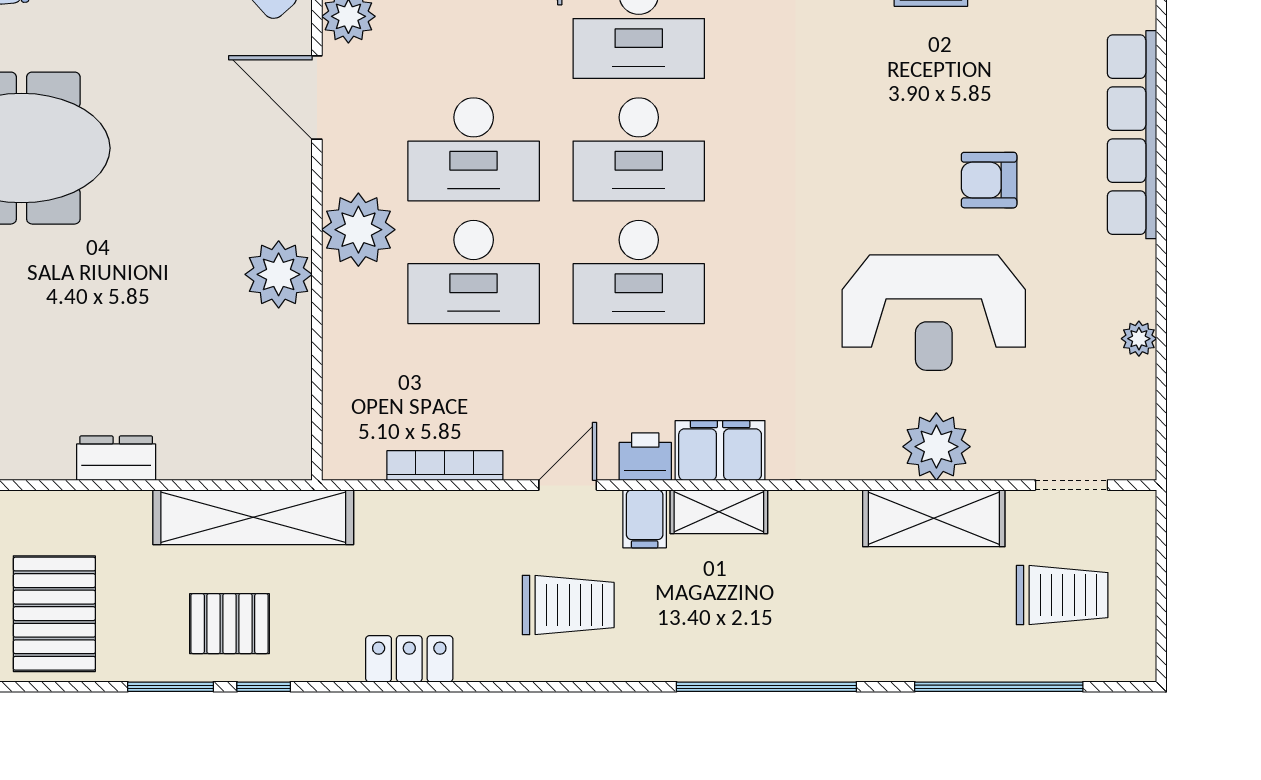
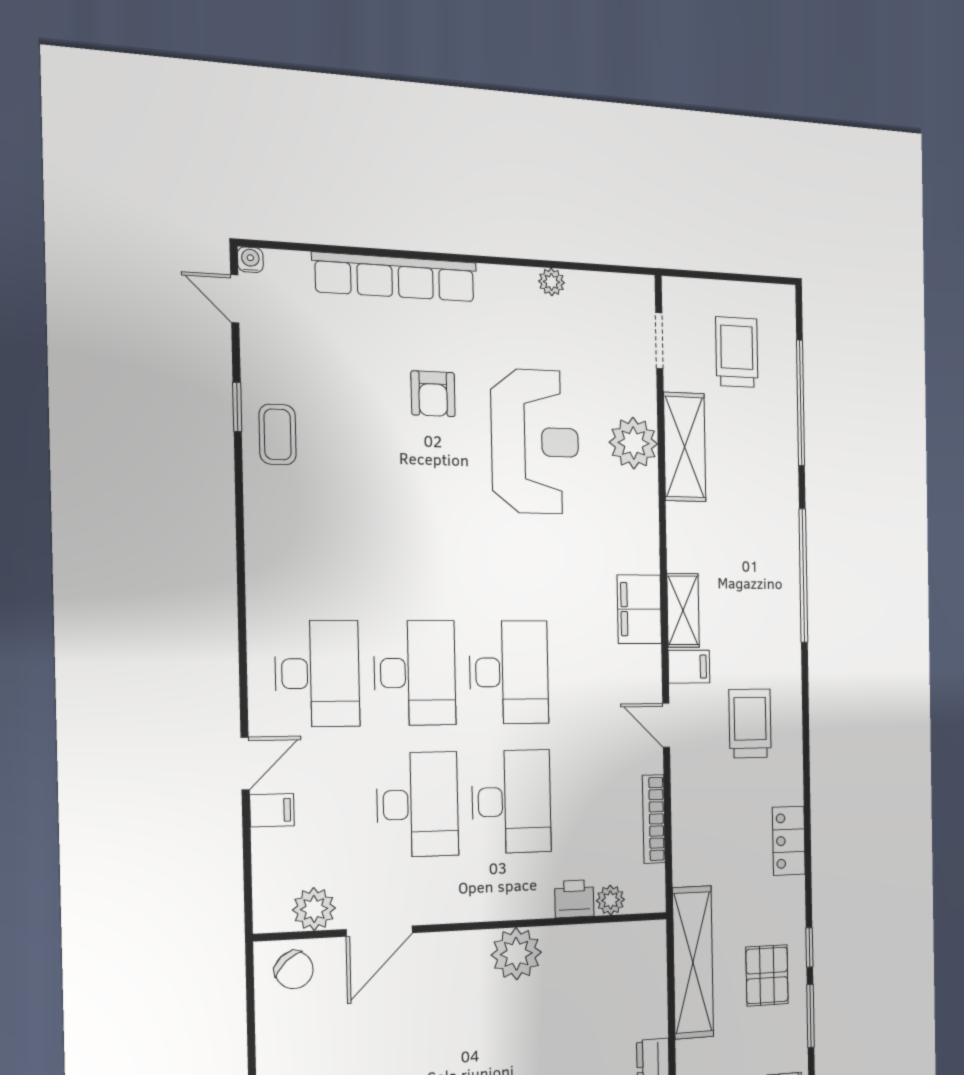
plant: (358, 230) -> (611, 900), moved, width x0.53, depth x0.53
printer: (645, 457) -> (574, 899), moved, turned 90

